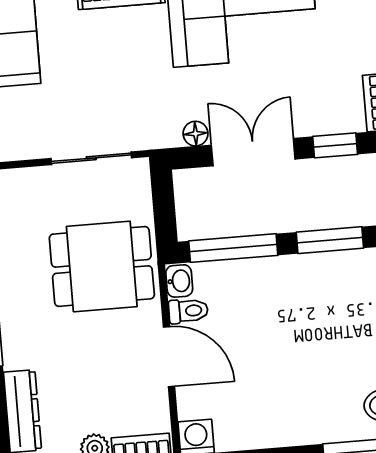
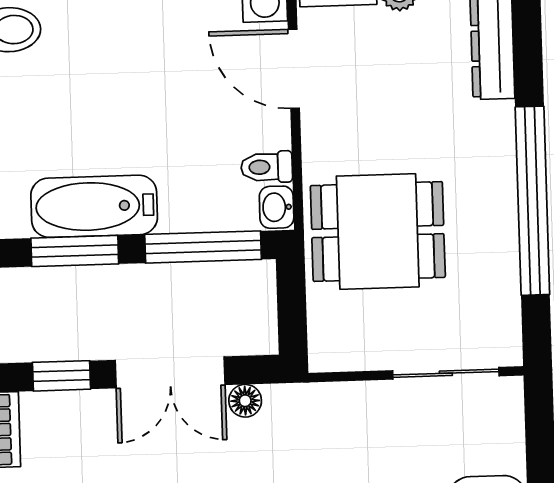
sliding door: (91, 158) -> (446, 373), moved
bathtub: (317, 275) -> (94, 206), added
door: (169, 357) -> (294, 69), moved

